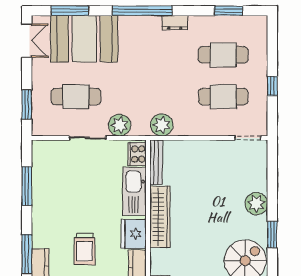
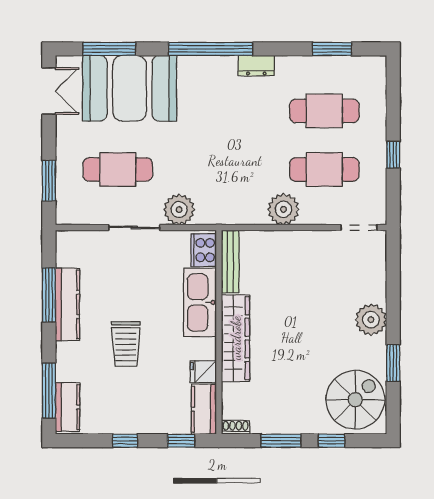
plant: (162, 125) -> (283, 209), moved
kitchen counter: (40, 193) -> (67, 304), added
fridge: (134, 234) -> (203, 372), width x0.53, depth x0.75
trolley: (84, 249) -> (126, 344), moved

